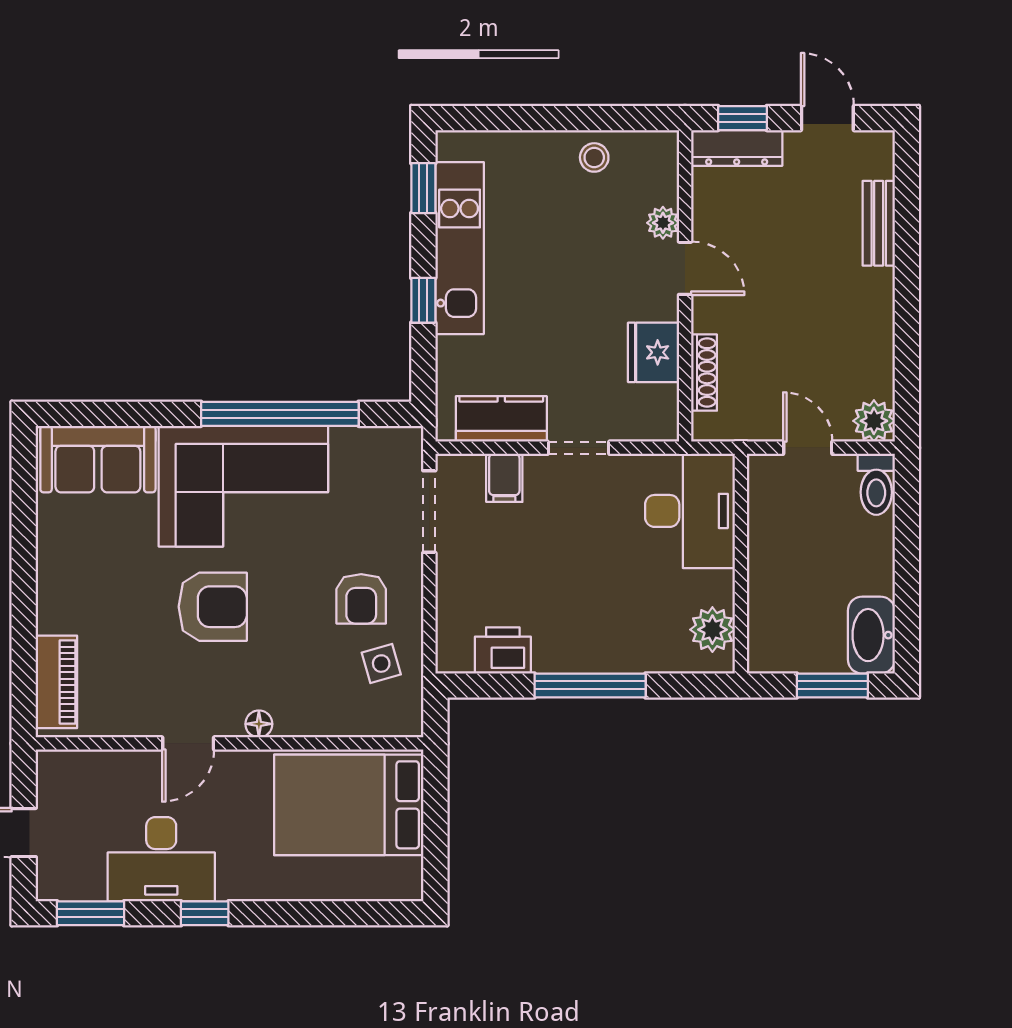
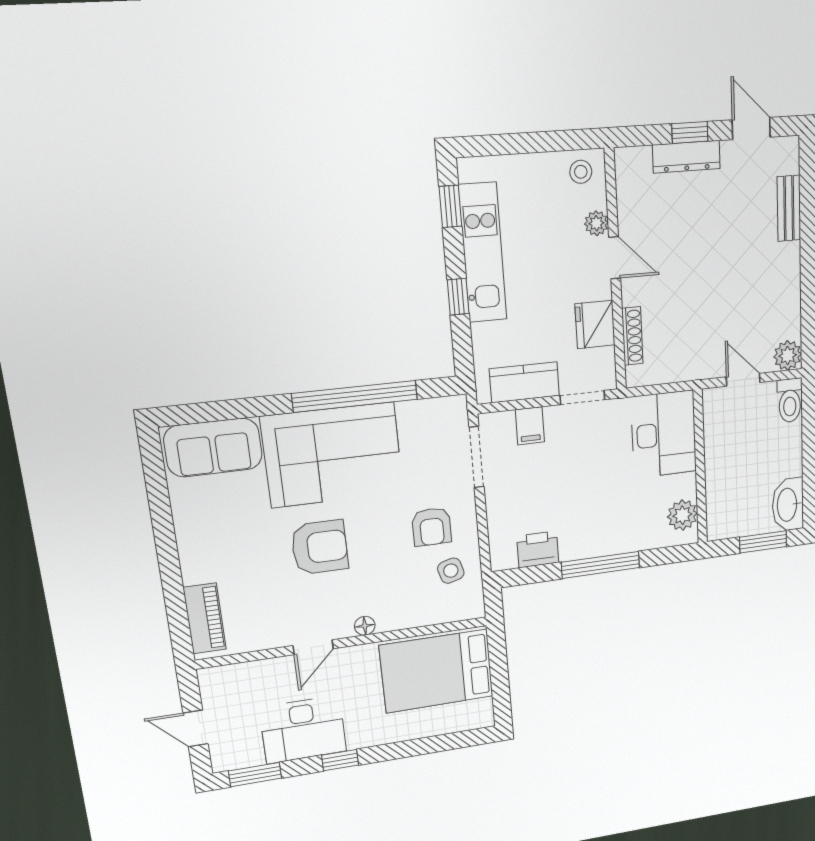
plant: (663, 223) -> (596, 223), moved
door: (685, 268) -> (615, 258), moved
wall: (685, 286) -> (615, 271), moved
fridge: (653, 352) -> (595, 324), moved
shoe rack: (704, 373) -> (632, 336), moved

